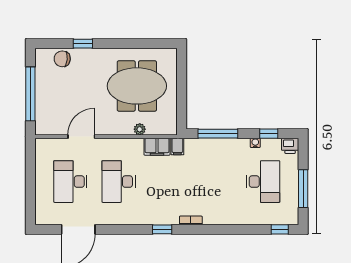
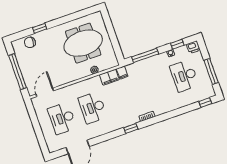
door: (81, 137) -> (45, 92), moved
desk: (263, 182) -> (184, 76), turned 180

